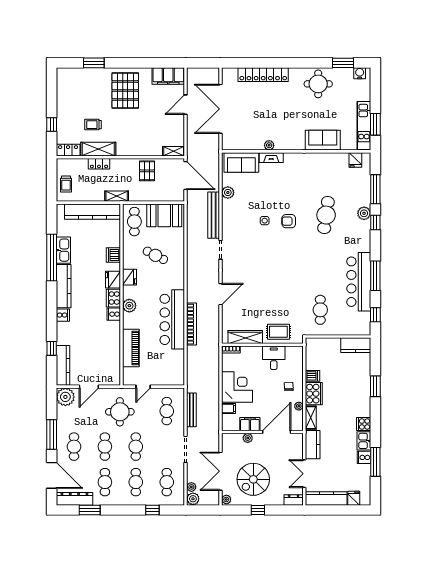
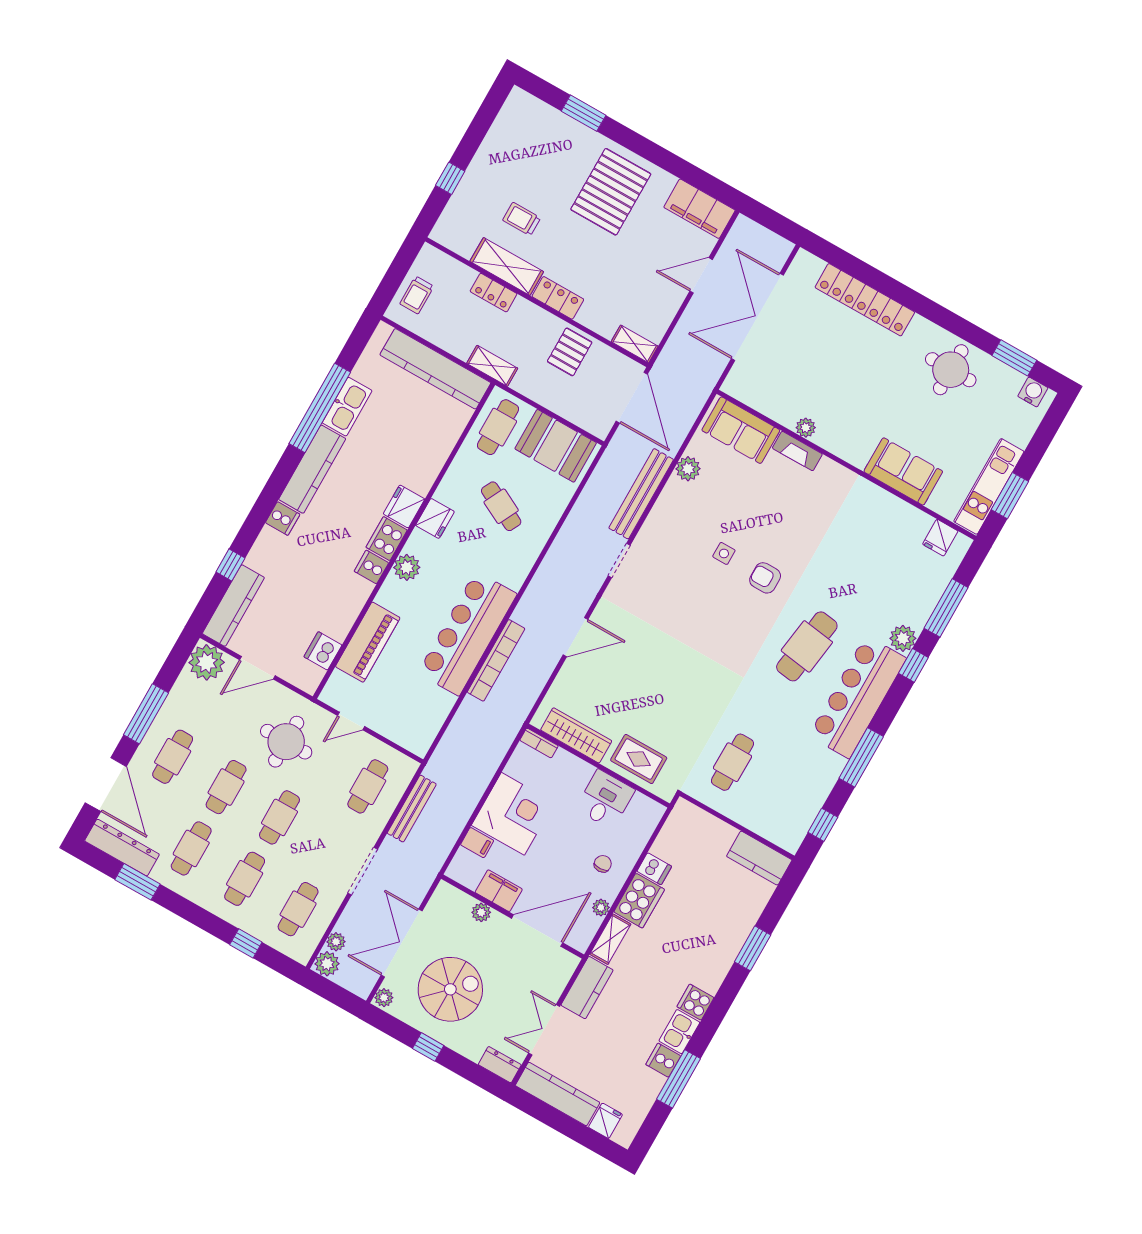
locker: (68, 150) -> (558, 298), moved
cafe table: (326, 215) -> (807, 646), moved
dishwasher: (113, 255) -> (323, 651), moved
bar counter: (359, 282) -> (857, 697), moved
spiral stairs: (253, 479) -> (450, 989), turned 180

